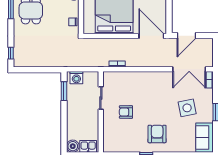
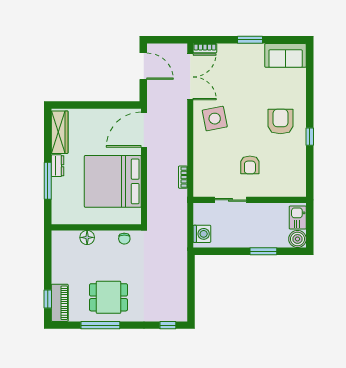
door: (187, 35) -> (143, 66), moved
window: (64, 91) -> (263, 251), moved
side table: (187, 108) -> (215, 119), moved
armchair: (157, 134) -> (280, 121), turned 90

